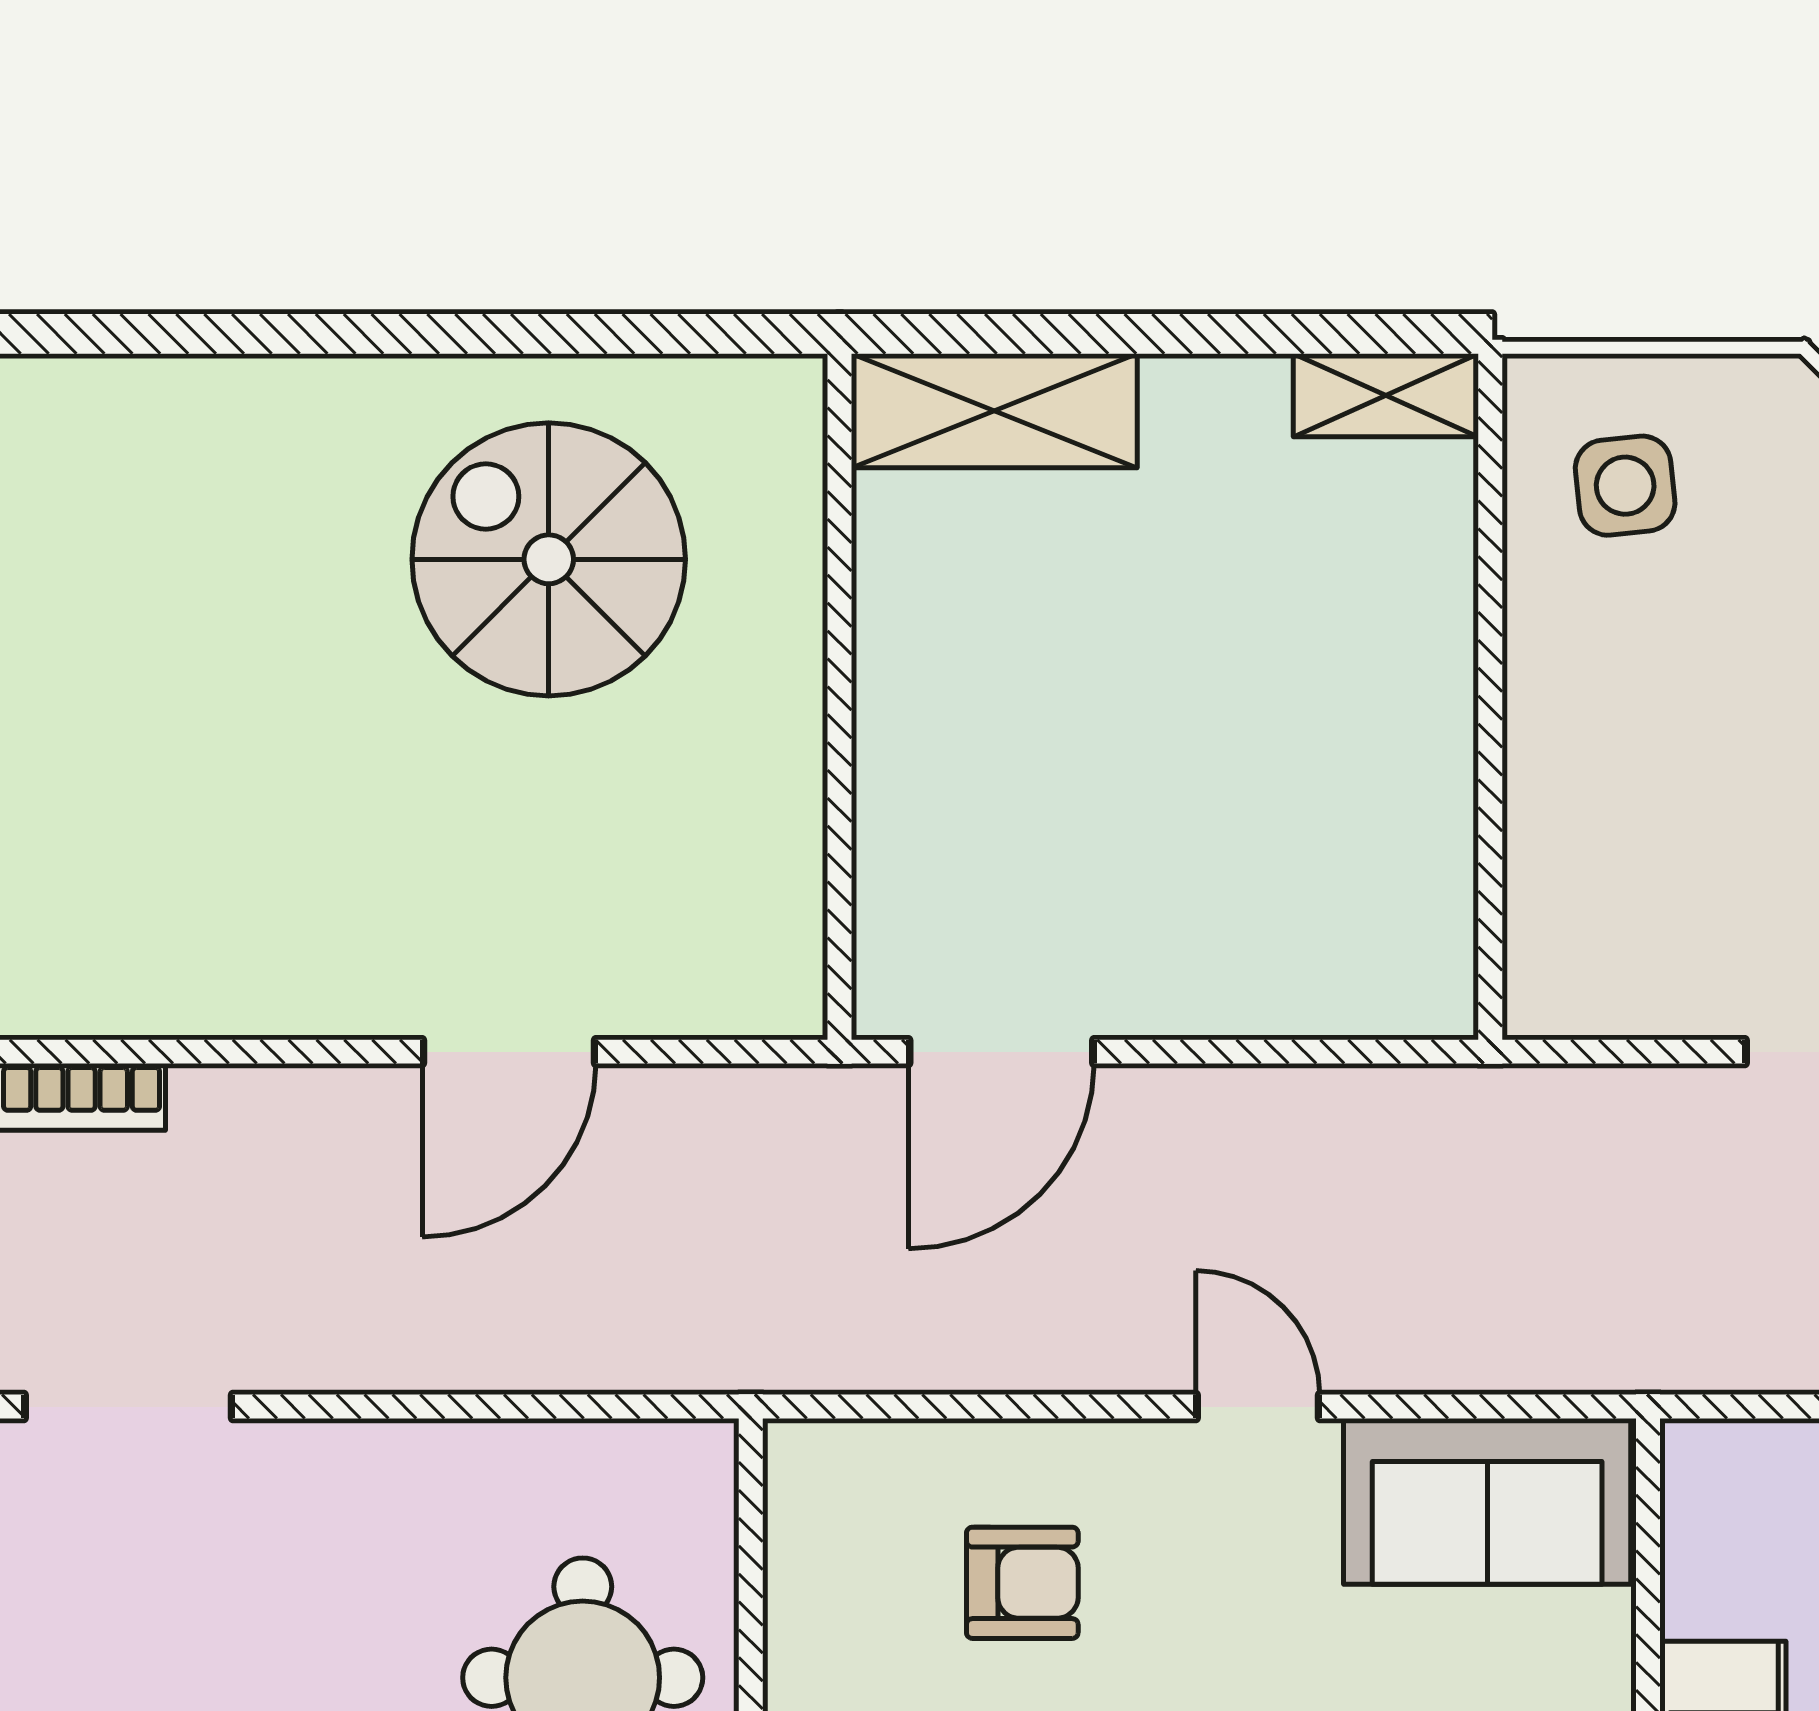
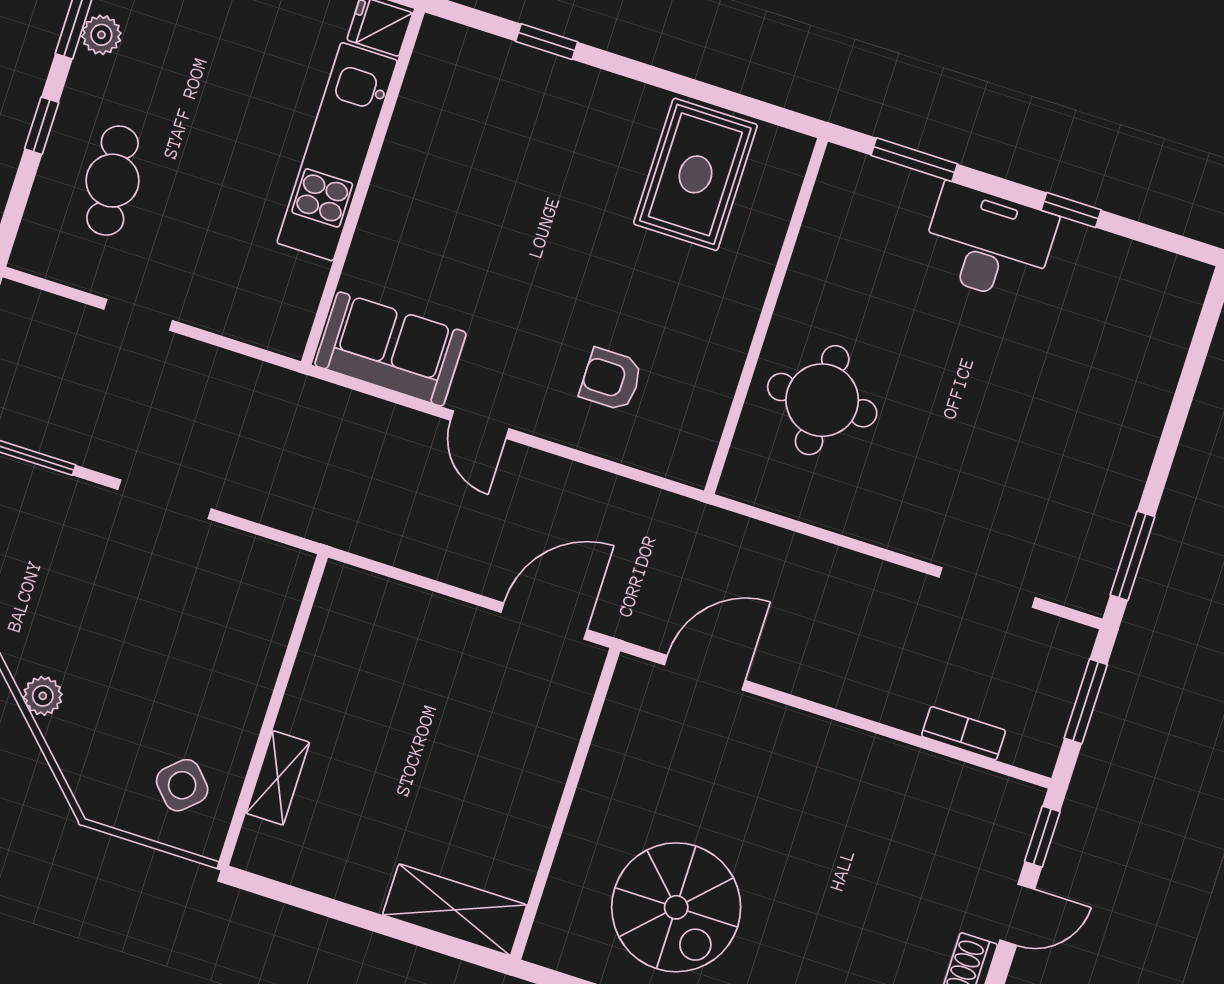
shelving: (1386, 395) -> (278, 778), moved, turned 90
side table: (1625, 486) -> (182, 785), turned -37
door: (509, 1052) -> (705, 673), moved

